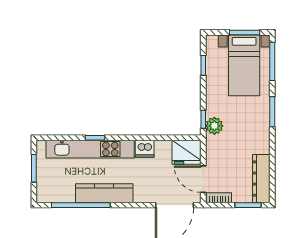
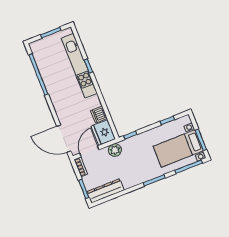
plant: (214, 126) -> (115, 150), moved
dishwasher: (145, 149) -> (99, 115), moved
kitchen counter: (104, 193) -> (53, 87), removed

